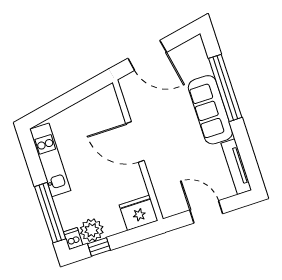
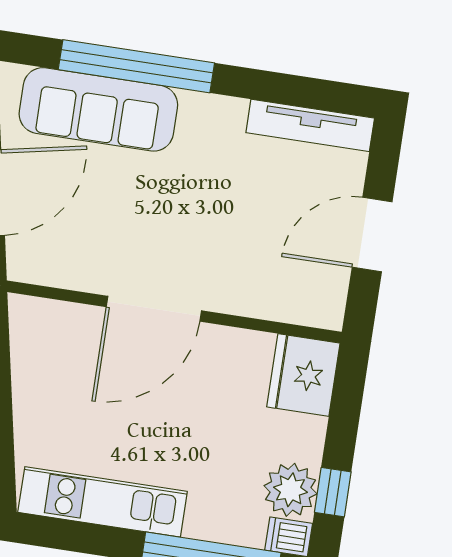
sofa: (210, 110) -> (98, 109), moved

